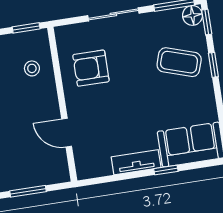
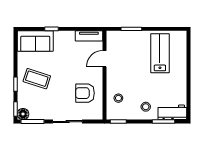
coffee table: (179, 62) -> (37, 79), moved
armchair: (91, 68) -> (85, 93), turned 180
door: (67, 133) -> (104, 59), swing flipped
tv unit: (136, 162) -> (89, 36), moved

